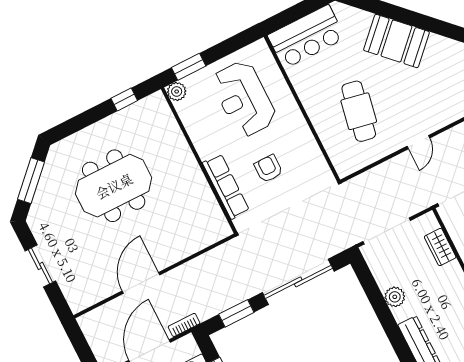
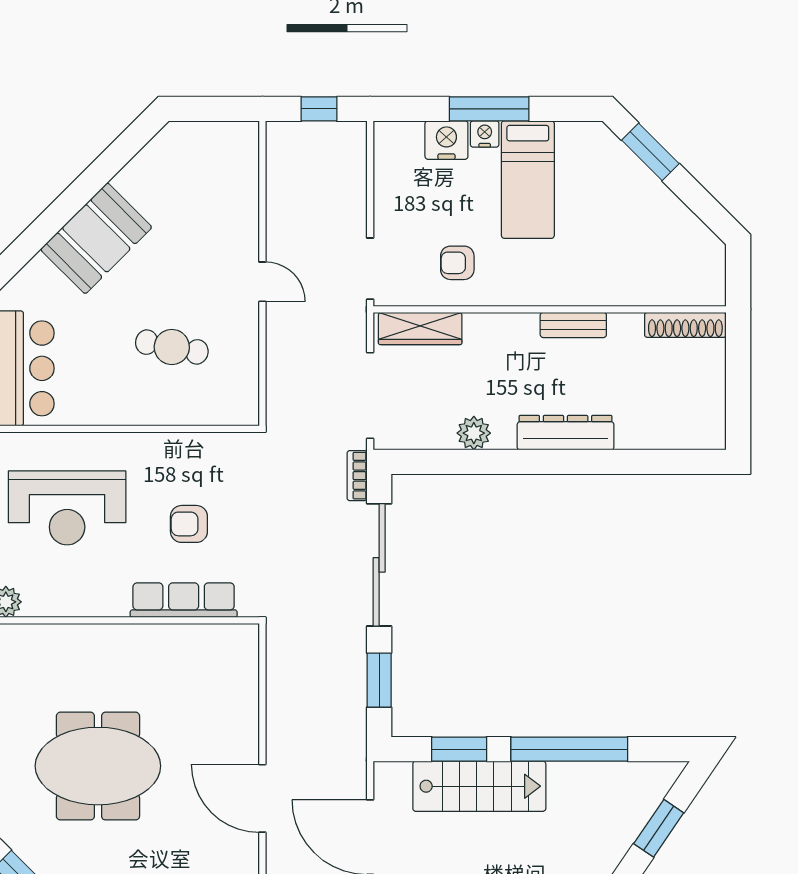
cafe table: (359, 111) -> (172, 347), width x0.73, depth x0.74
meeting table: (114, 186) -> (98, 766), turned 90
wardrobe: (440, 247) -> (420, 328), width x1.50
bookcase: (184, 325) -> (357, 476), moved

